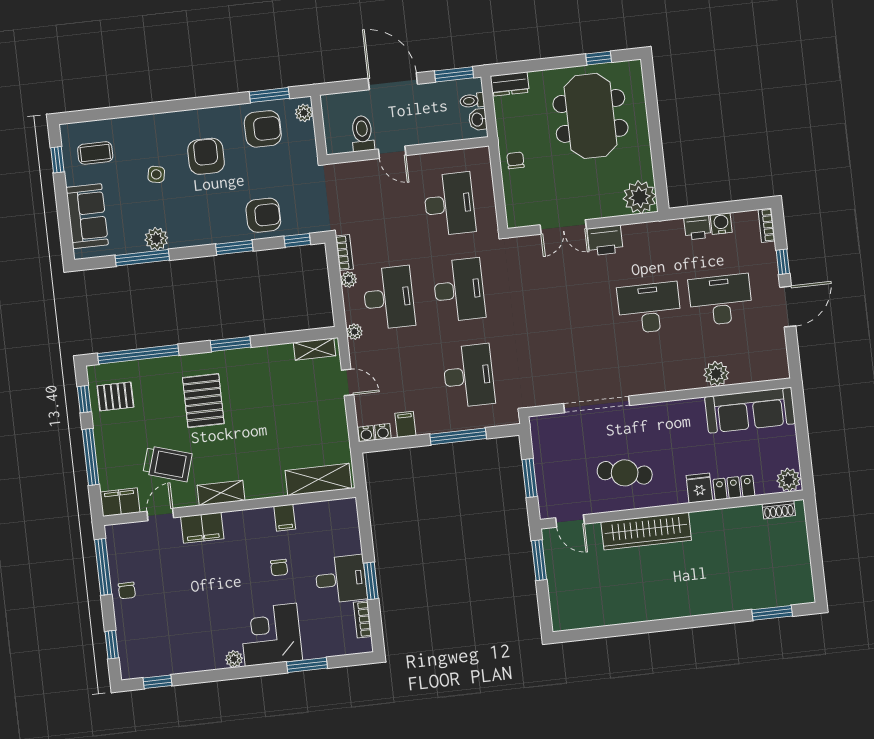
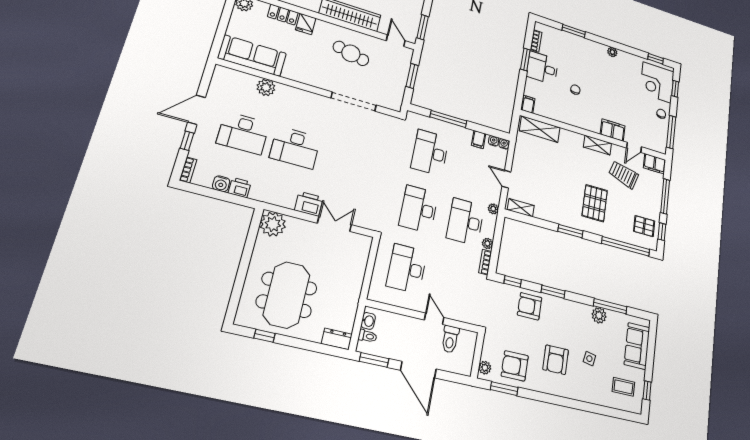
chair: (515, 160) -> (352, 282), removed
filing cabinet: (285, 518) -> (528, 104), moved
corner desk: (271, 635) -> (657, 82), moved, turned 90

